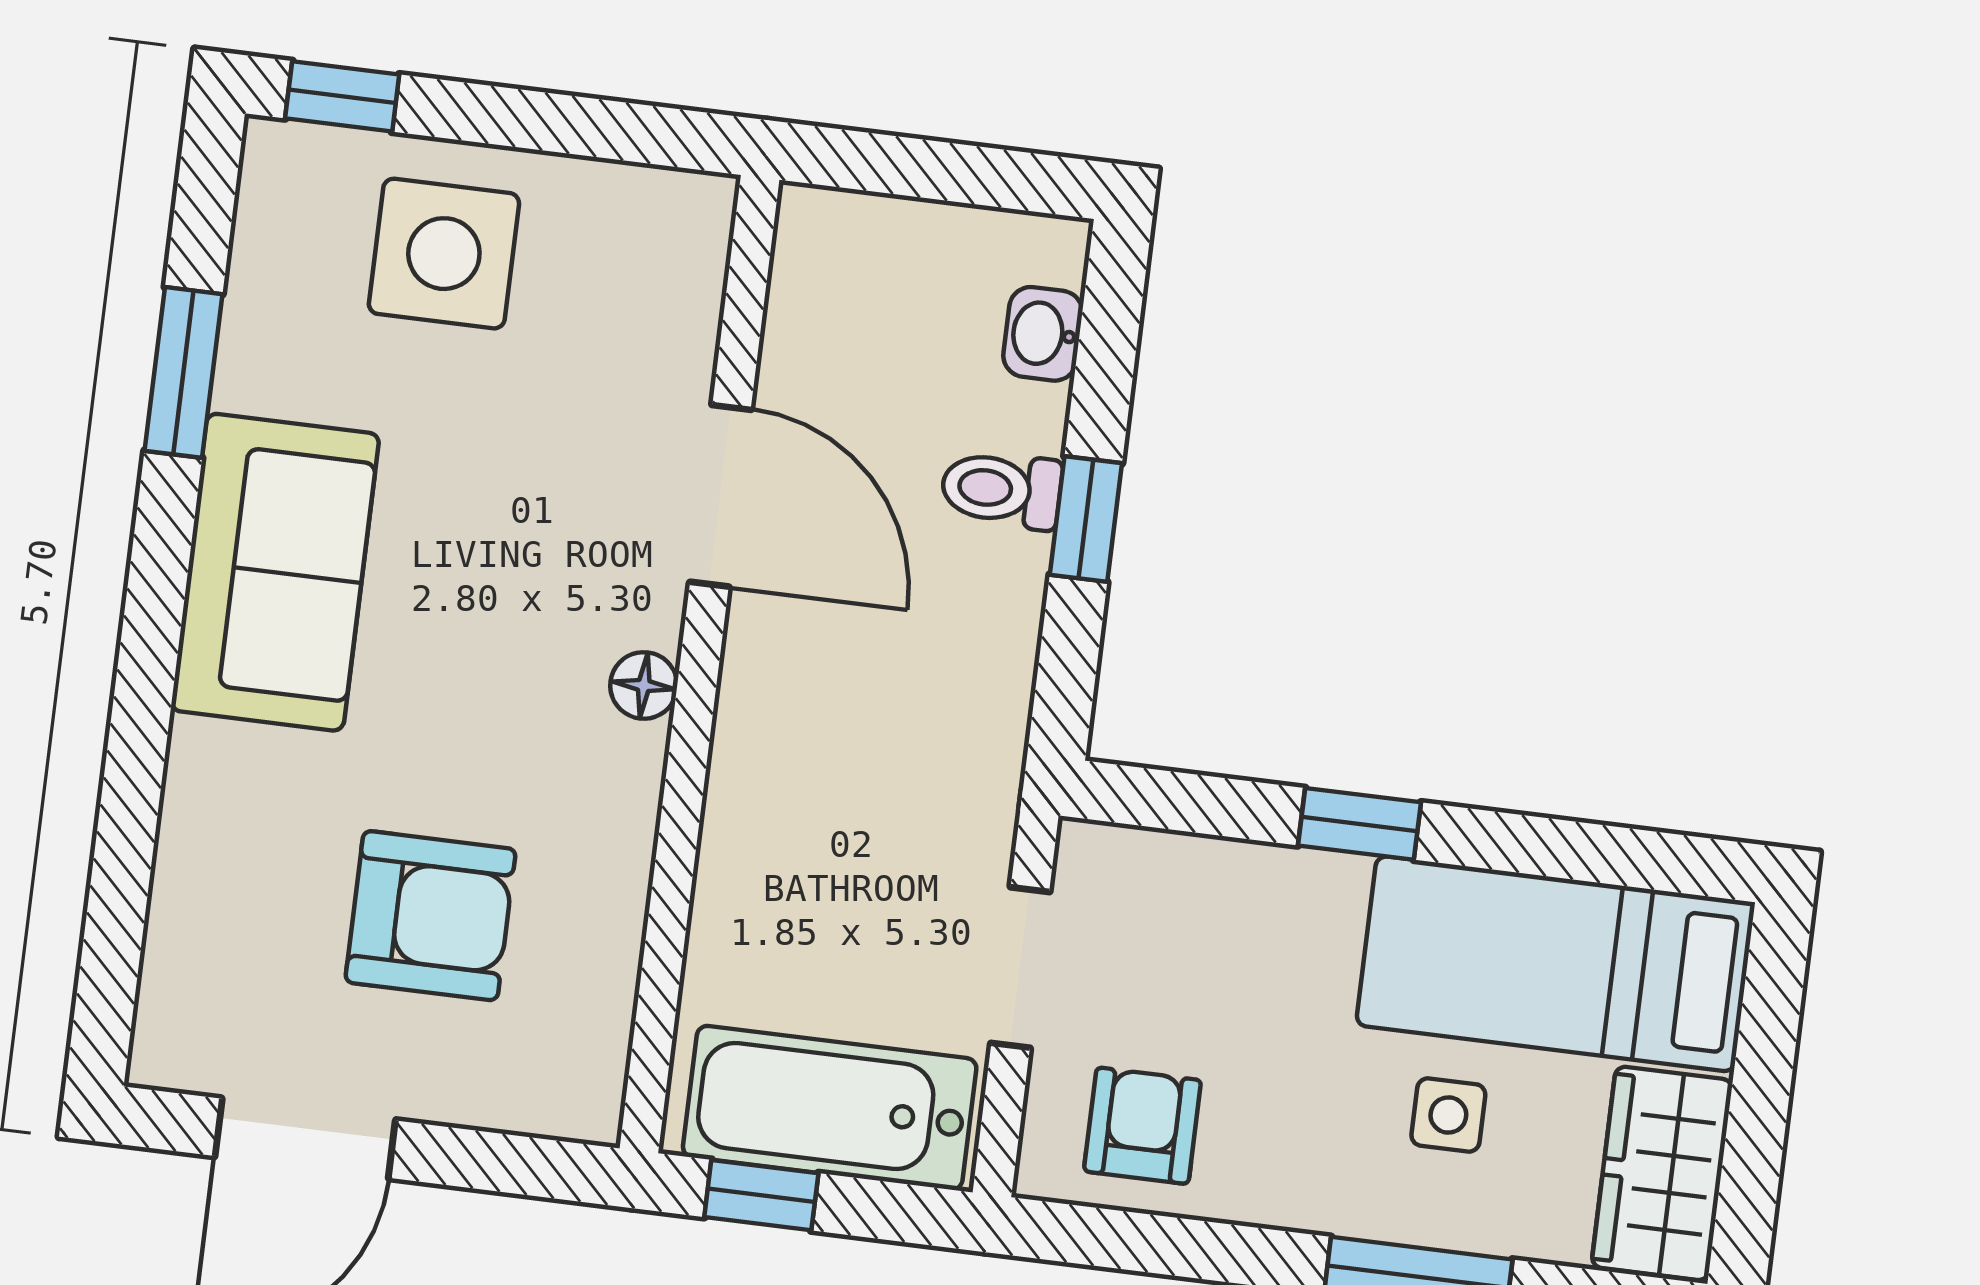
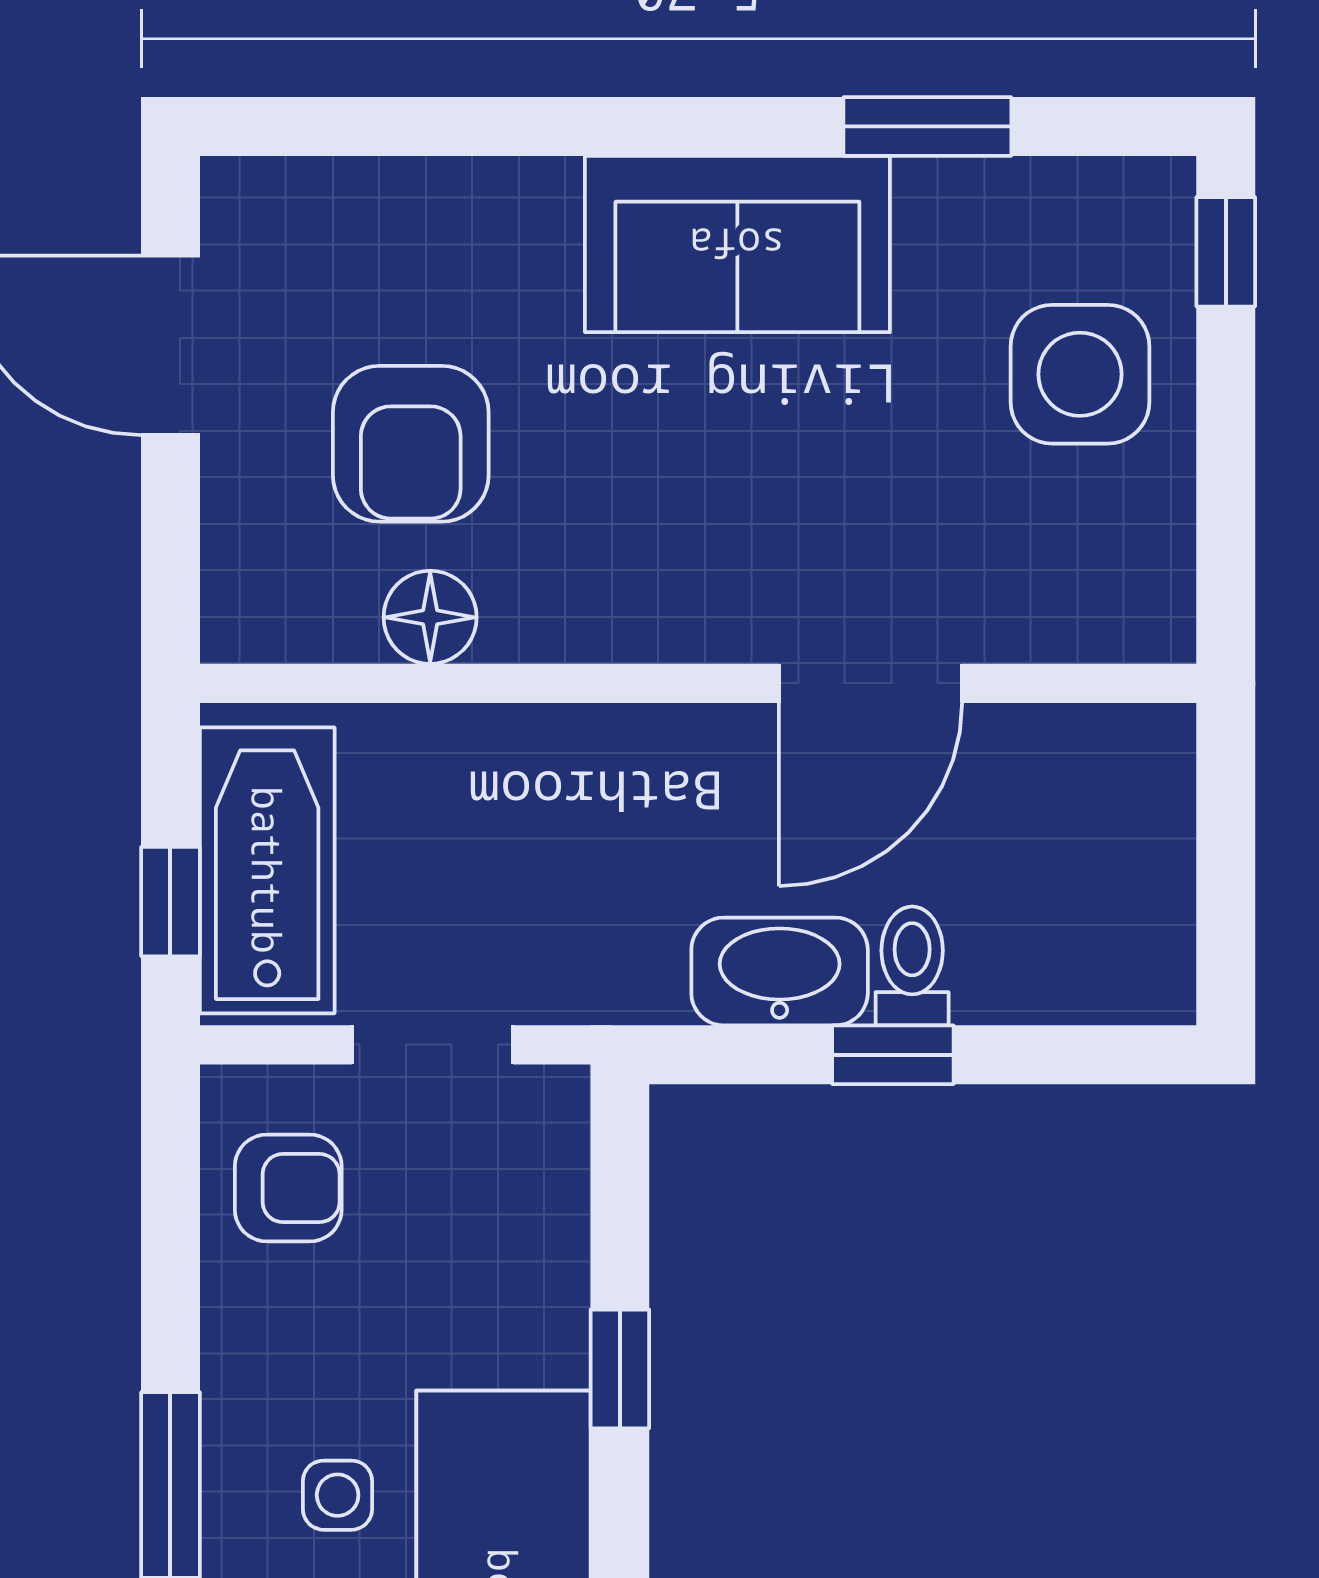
washbasin: (1043, 334) -> (780, 971), moved, width x1.91, depth x1.45
floor lamp: (644, 685) -> (430, 617), moved, width x1.37, depth x1.37
window: (761, 1195) -> (170, 902), moved

